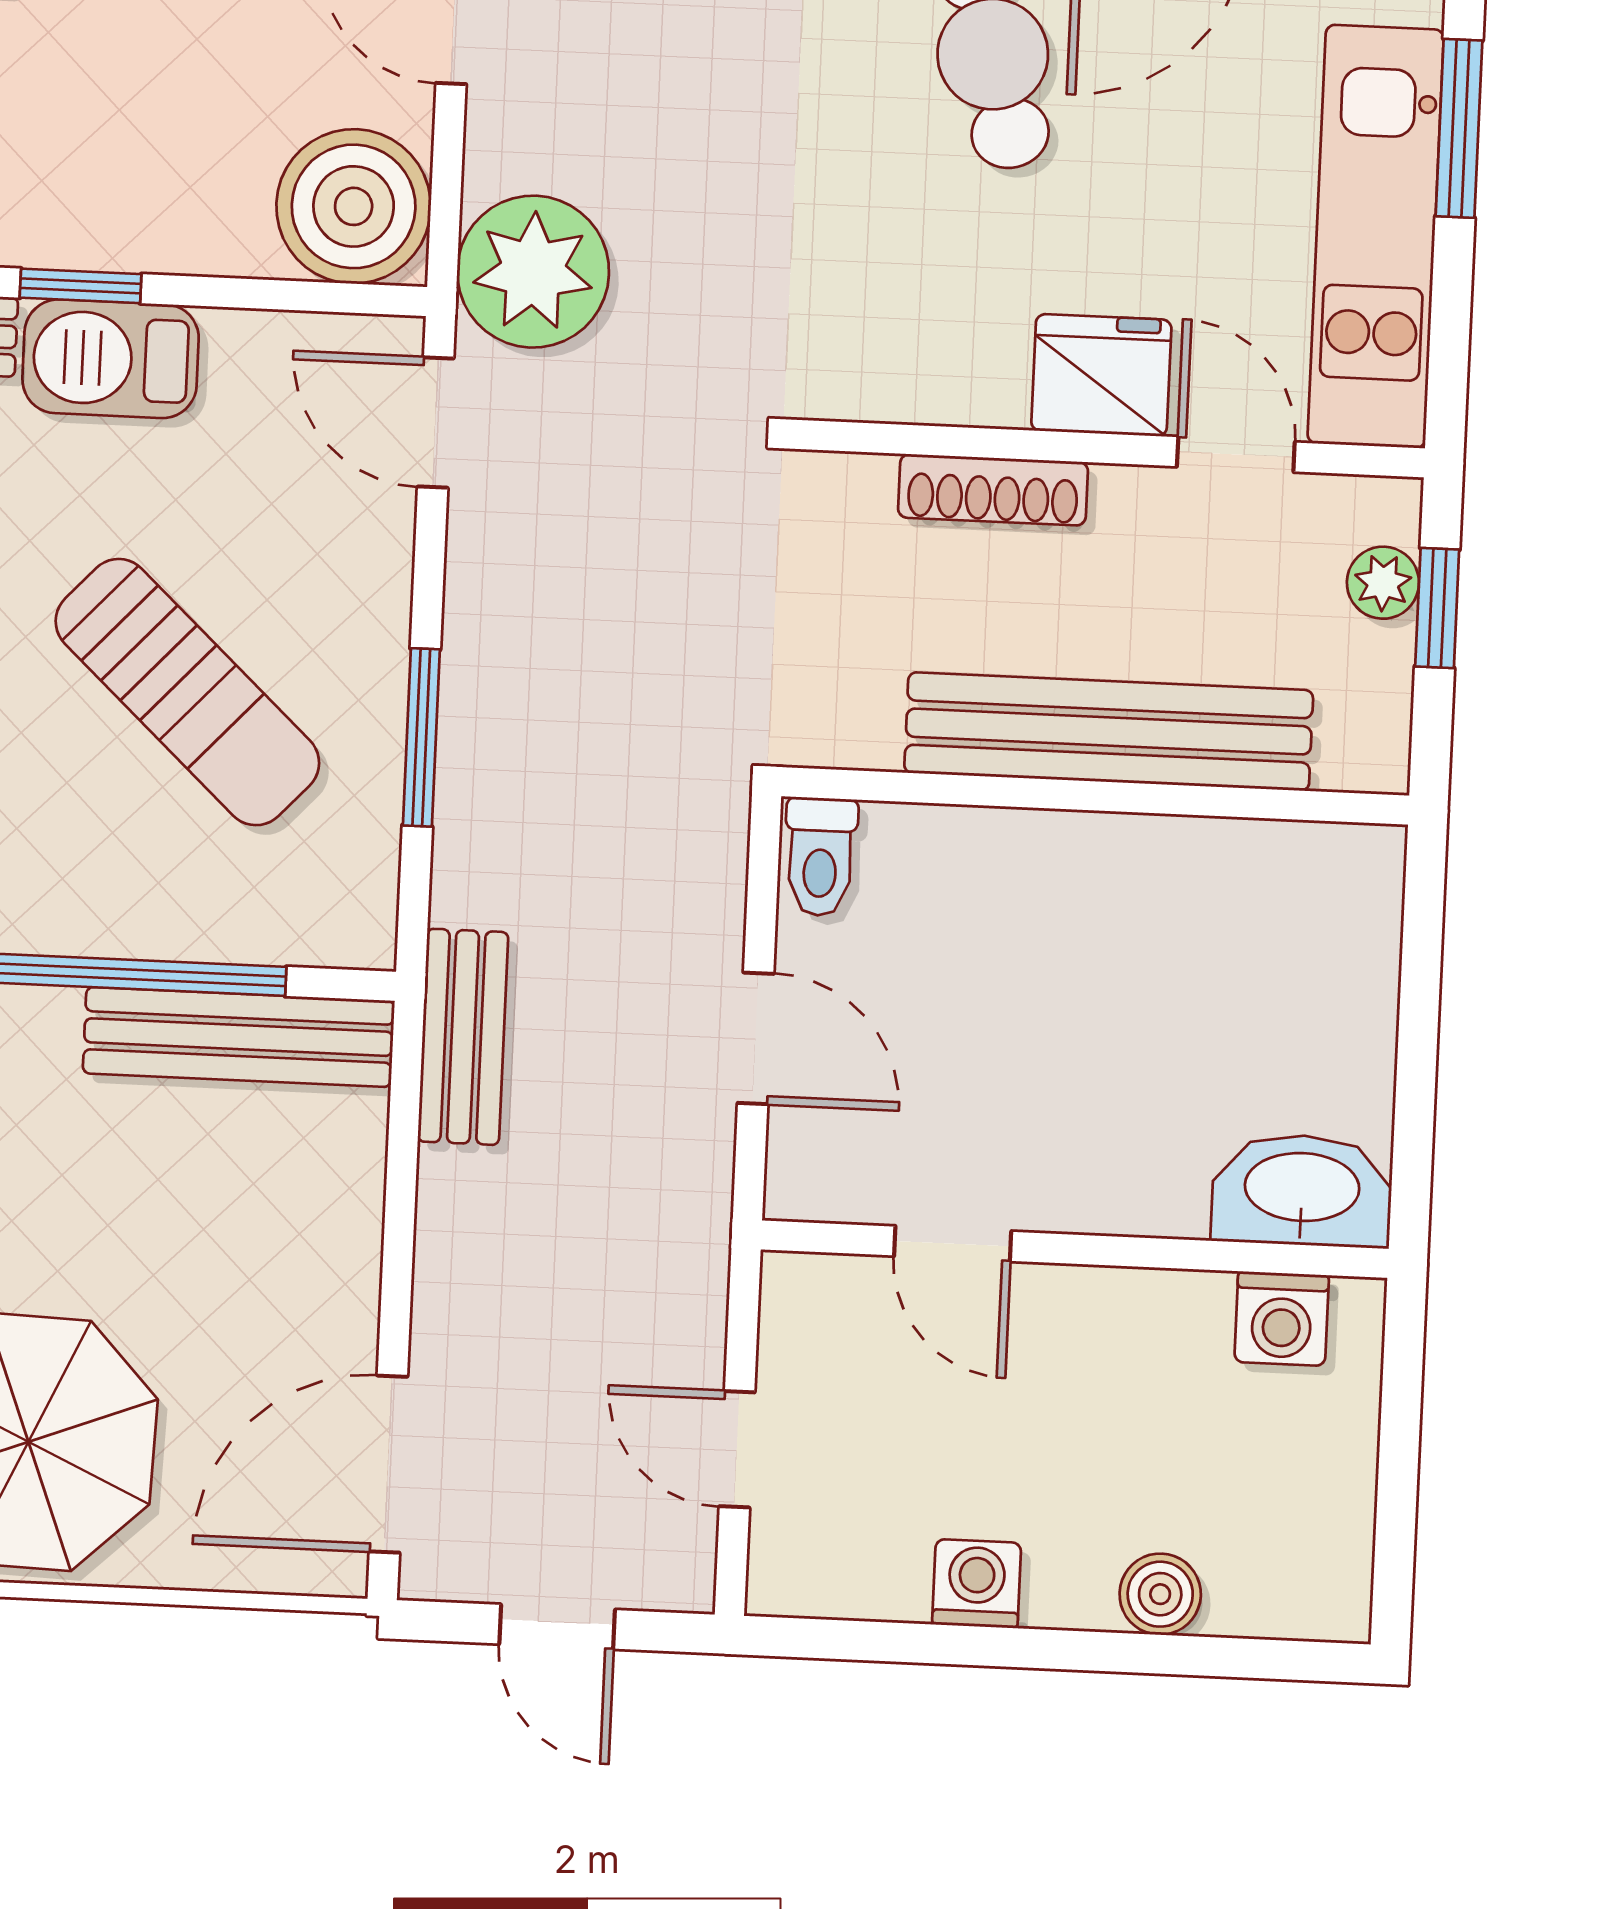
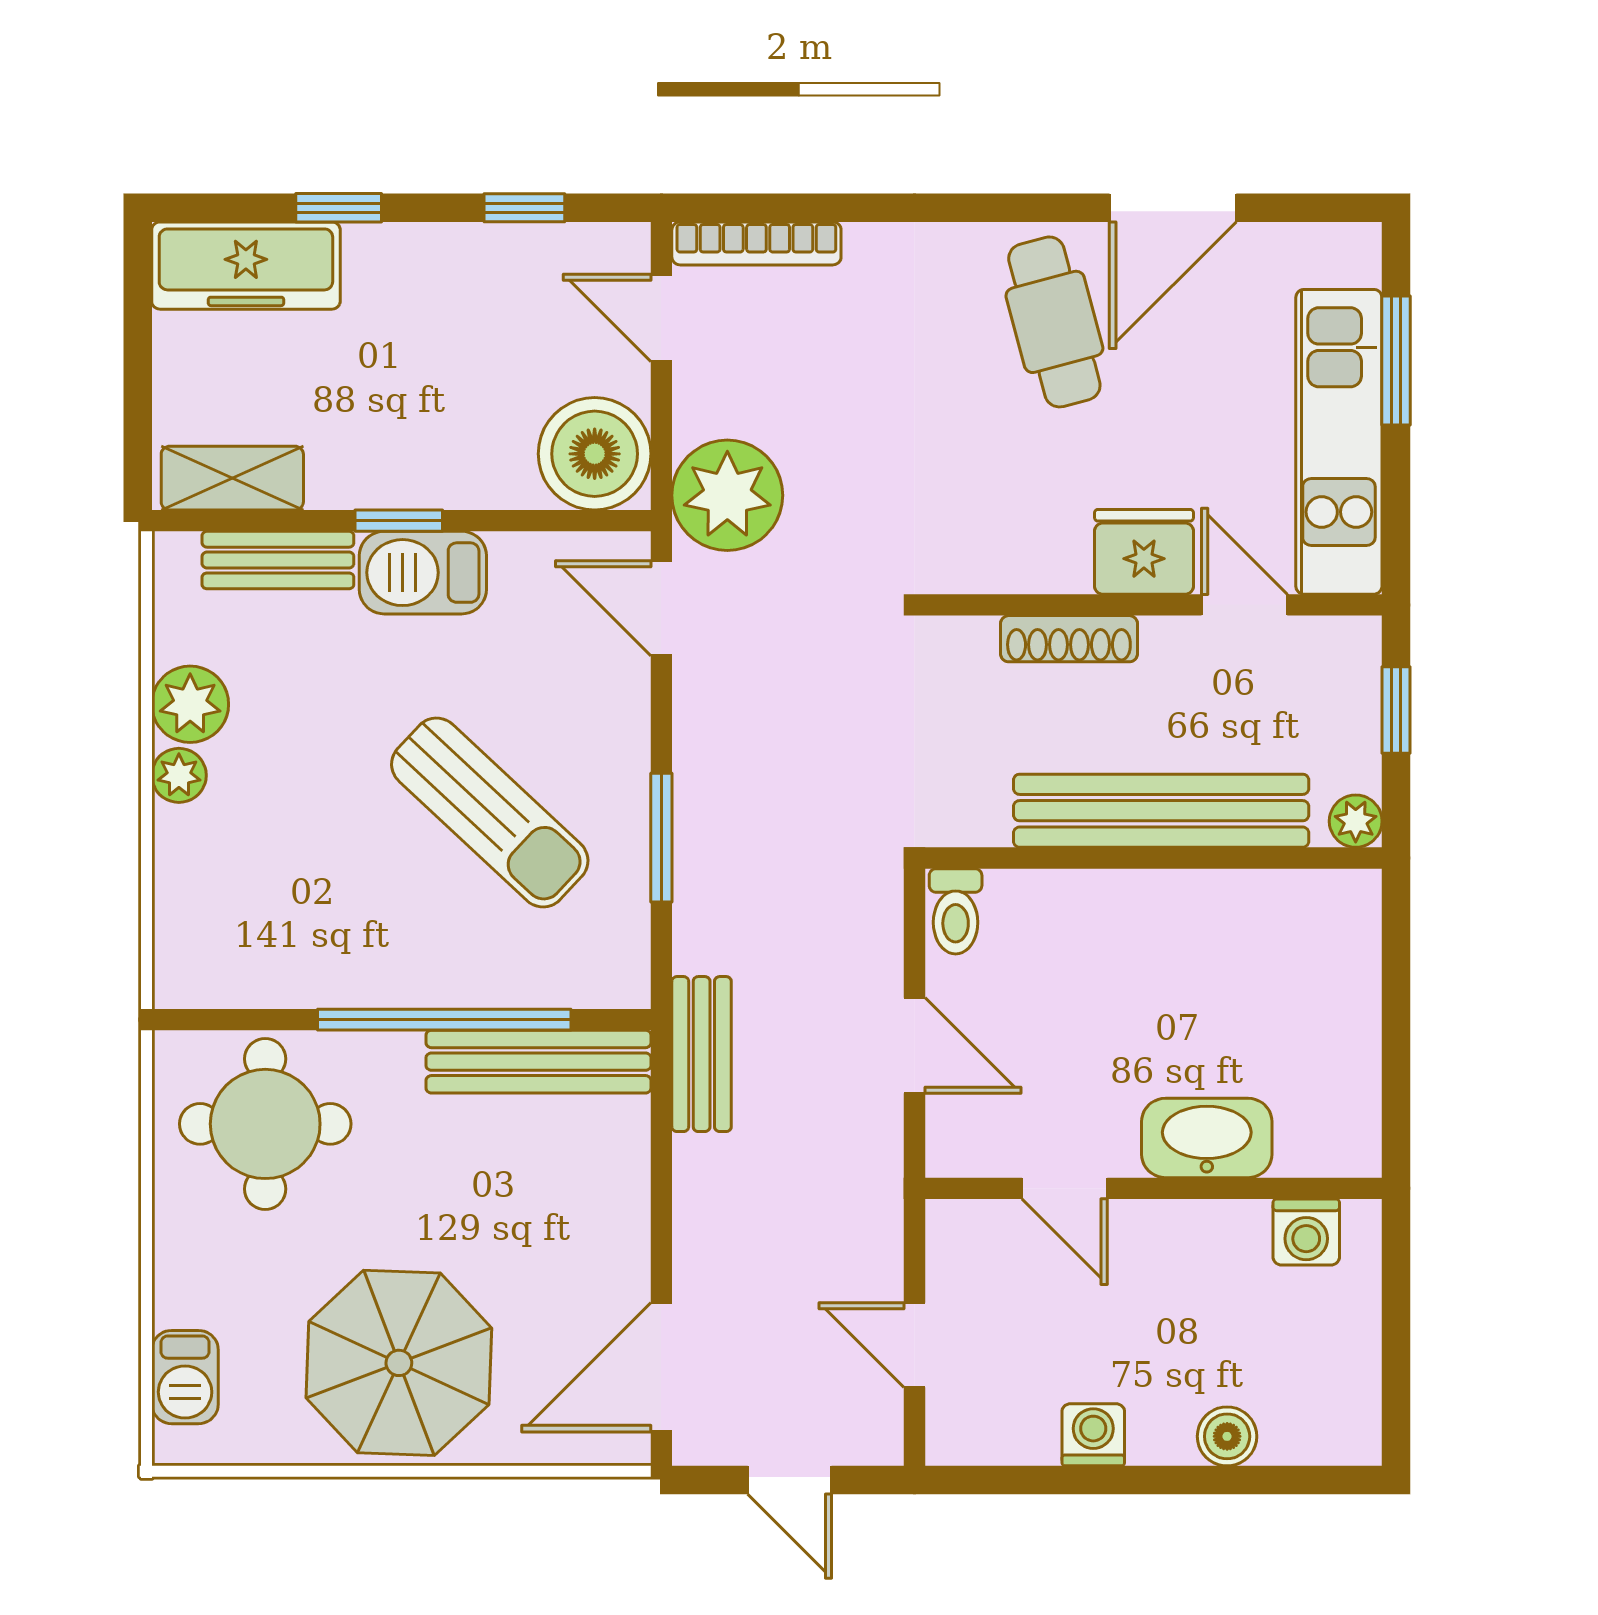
plant: (1383, 583) -> (1356, 821), moved
washbasin: (1302, 1190) -> (1207, 1138), moved

